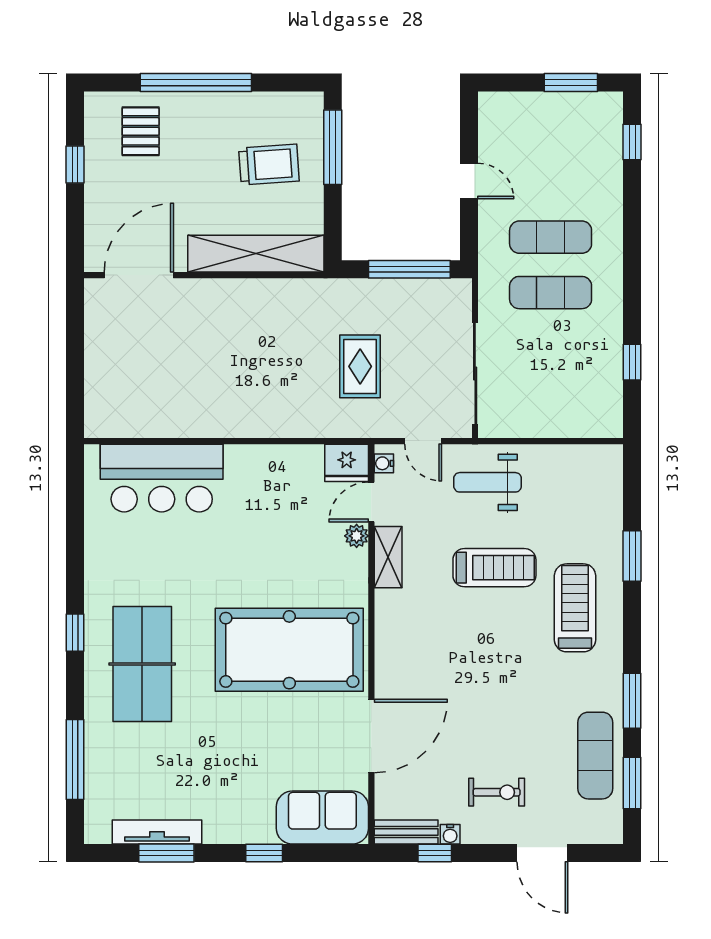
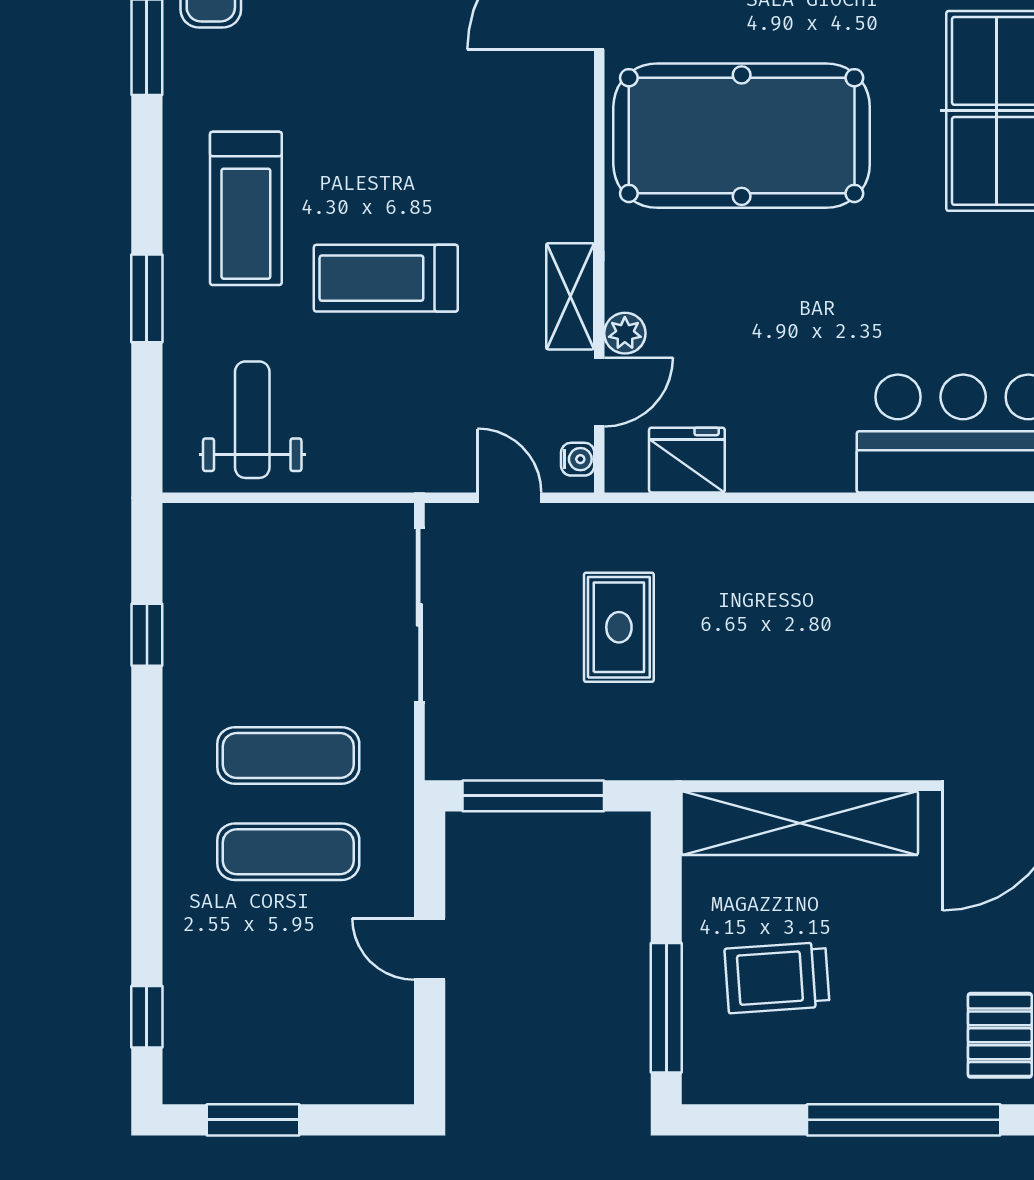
fridge: (347, 463) -> (687, 460), moved
weight bench: (488, 482) -> (252, 420), moved, turned -90

